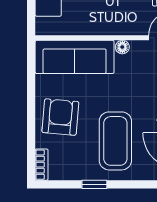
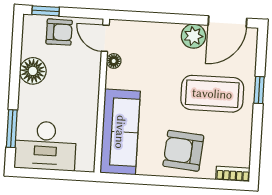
floor lamp: (122, 47) -> (114, 61), moved
window: (94, 184) -> (259, 90), moved

